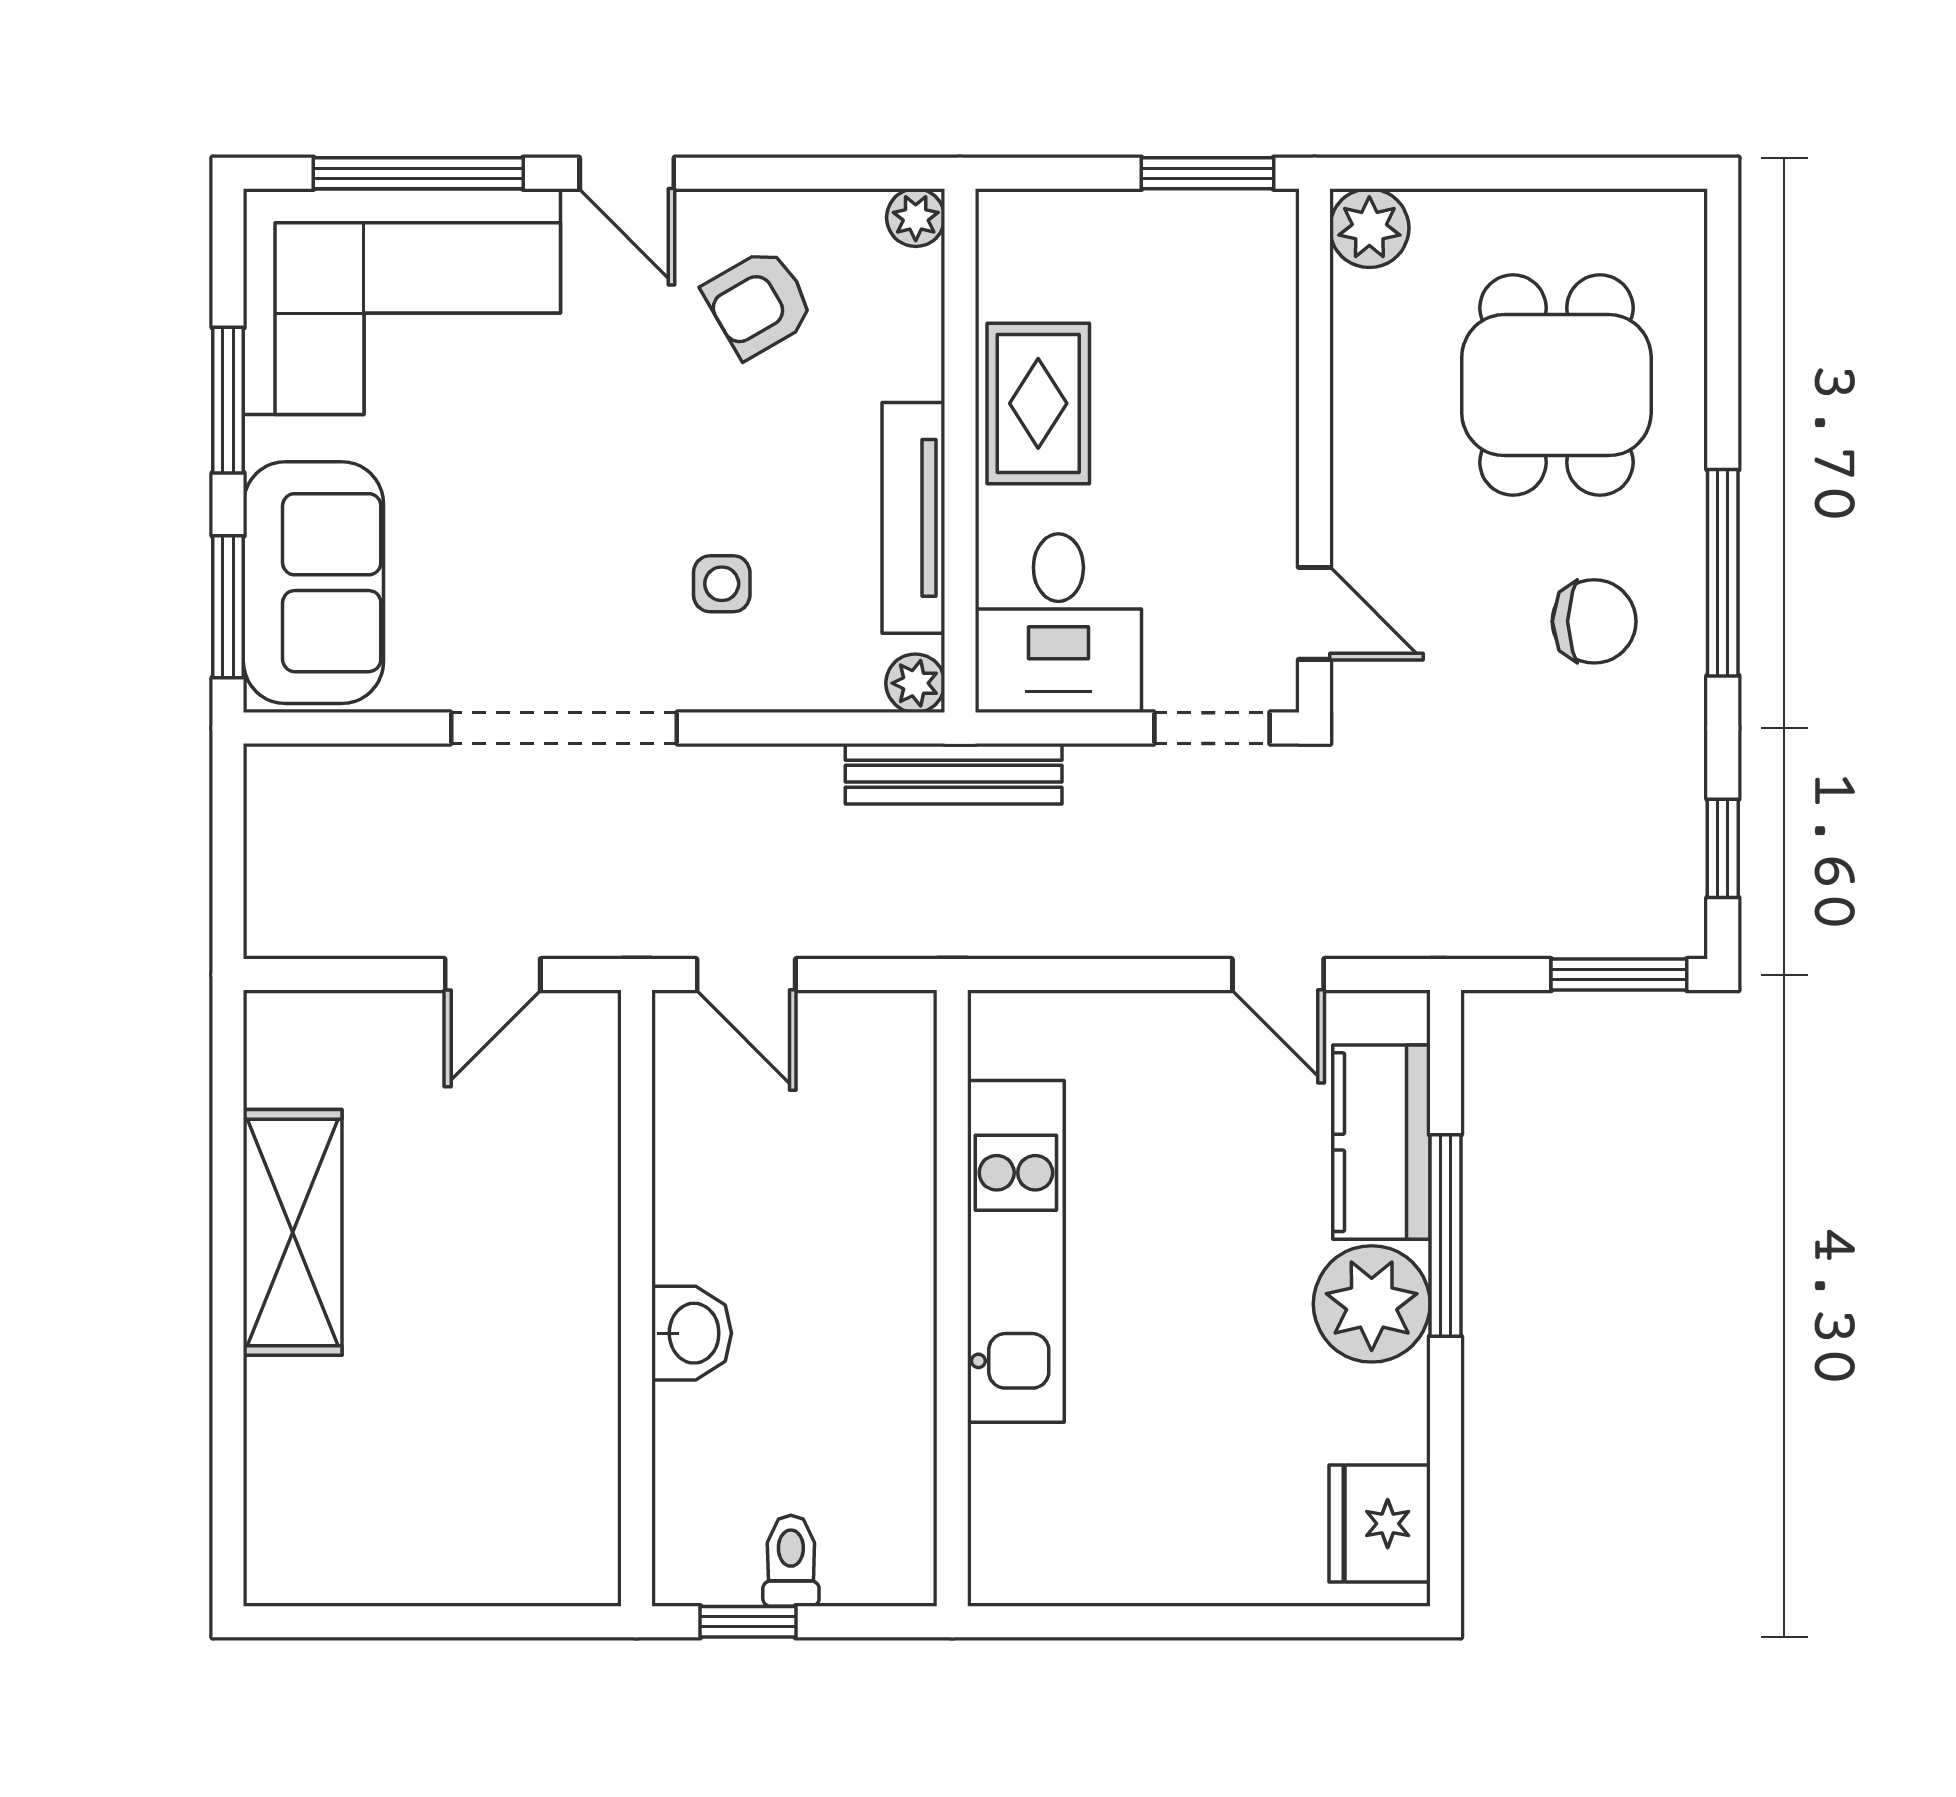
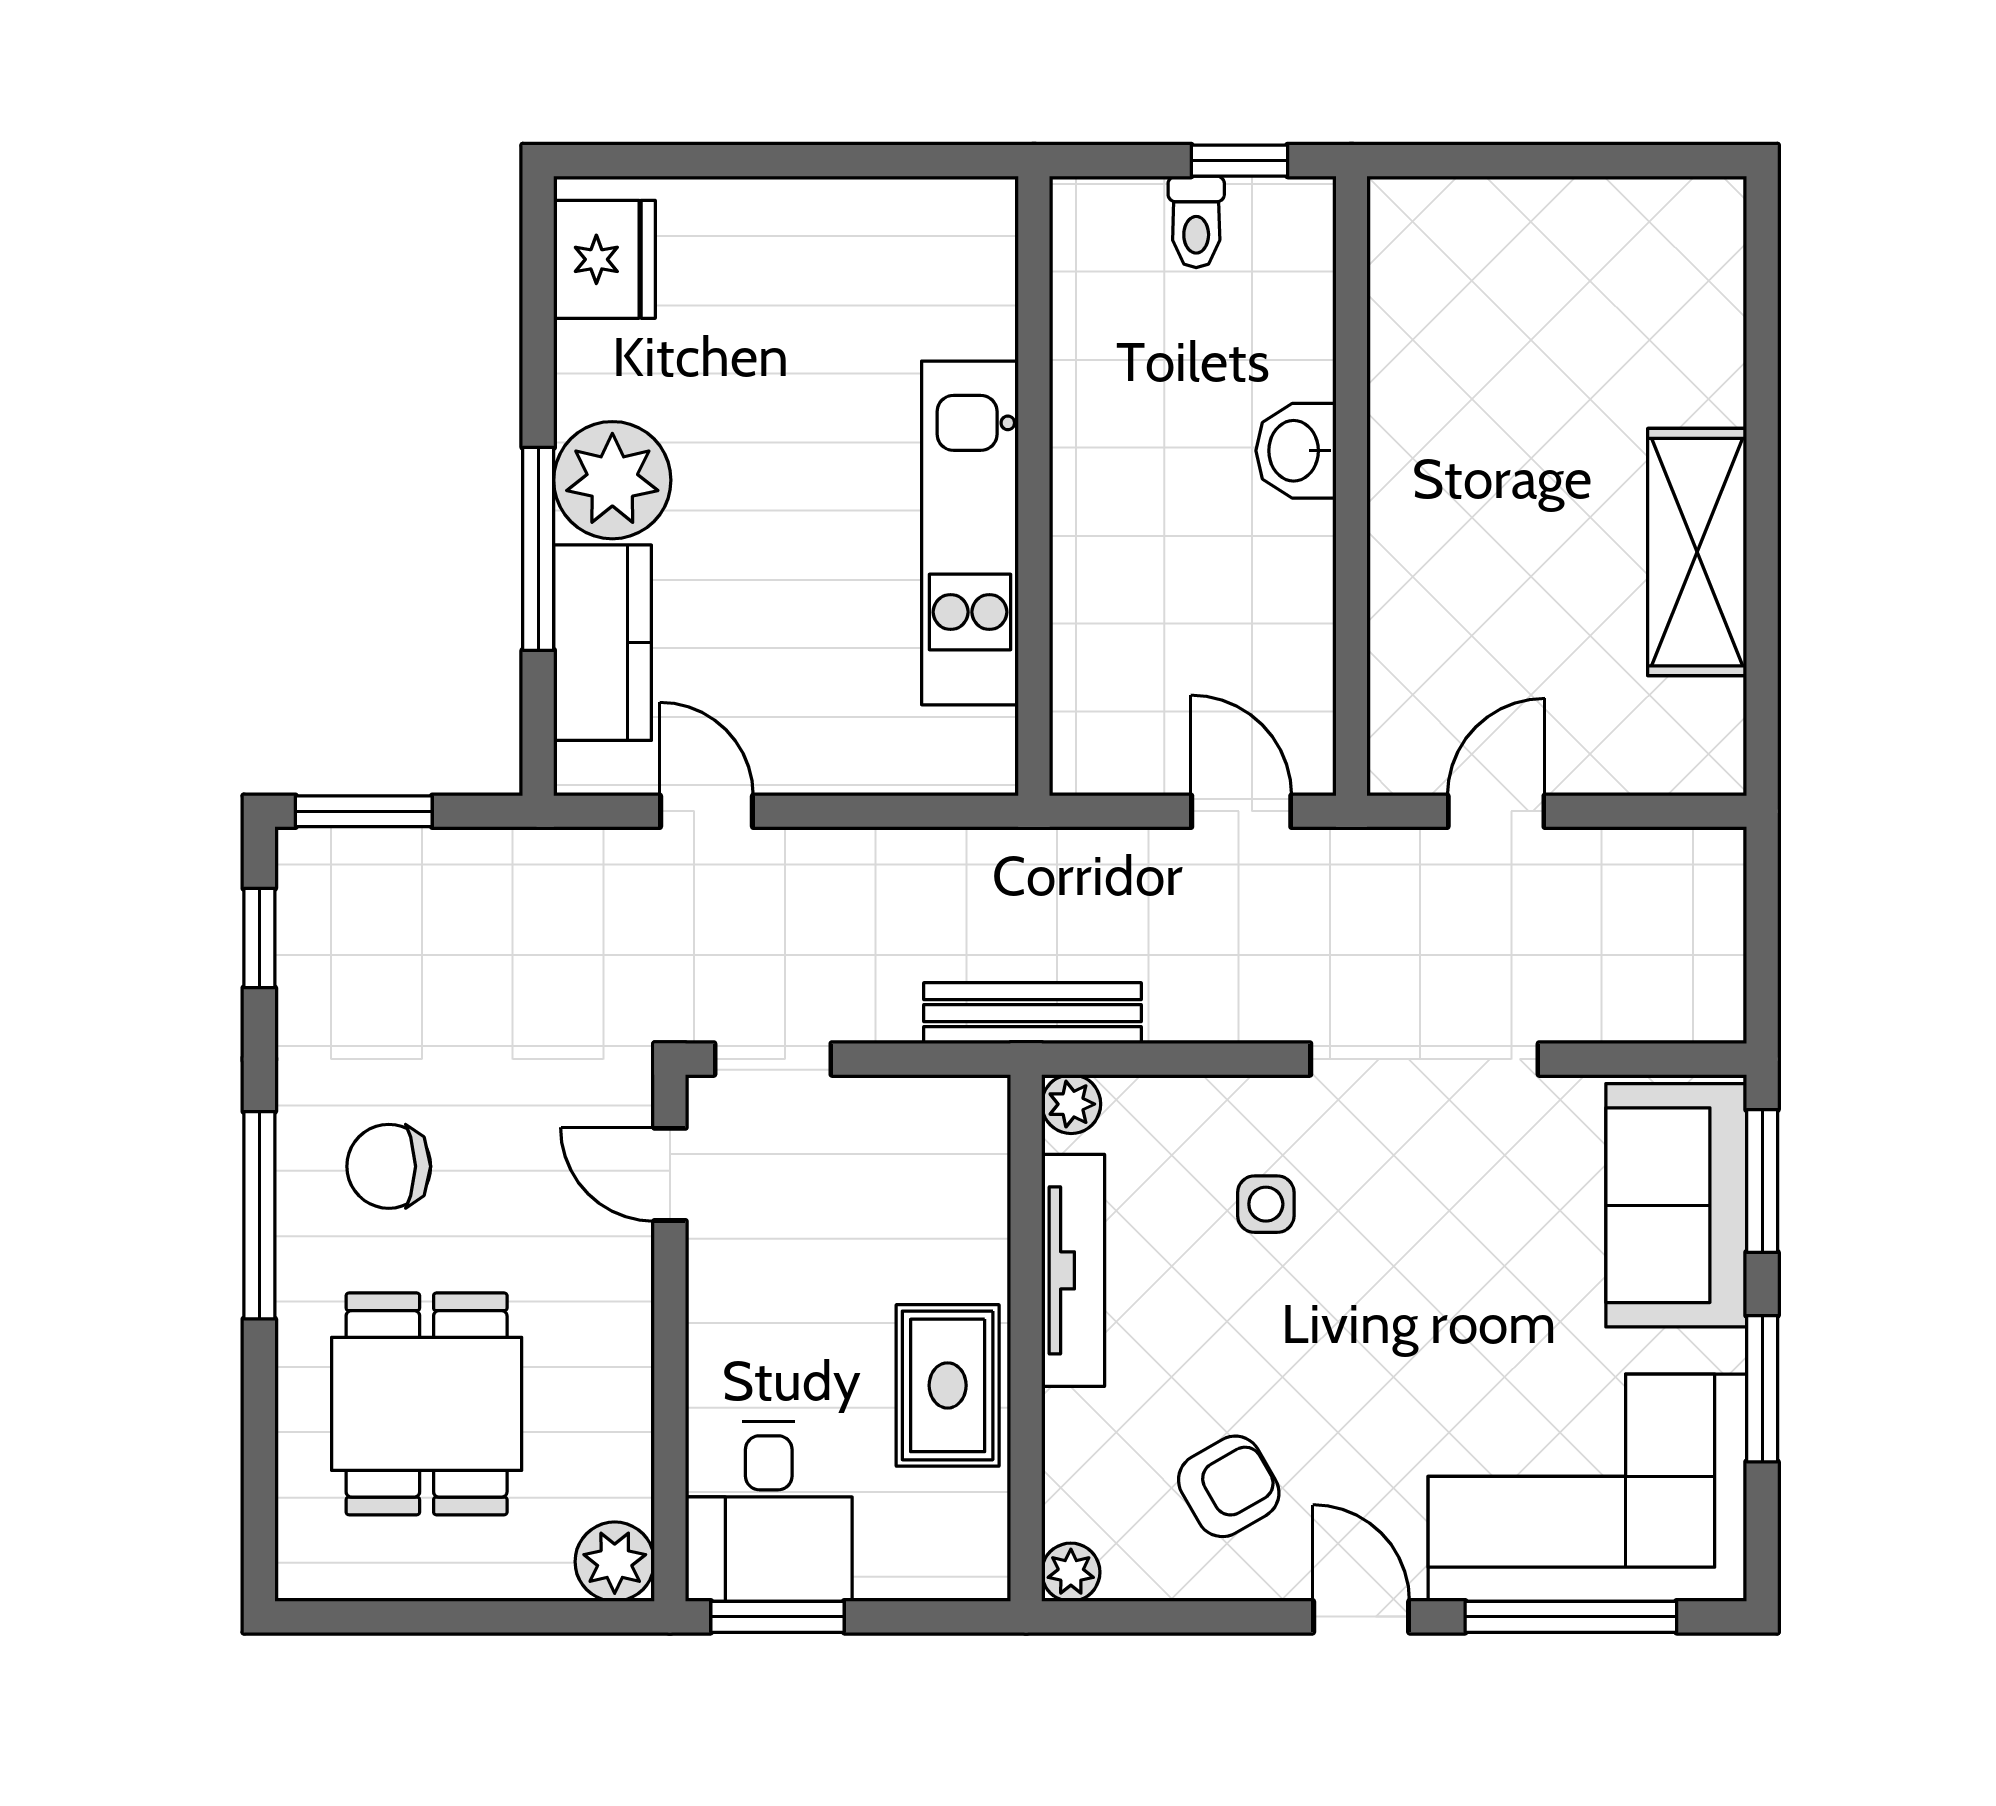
desk: (1058, 623) -> (769, 1511), moved, turned 180

